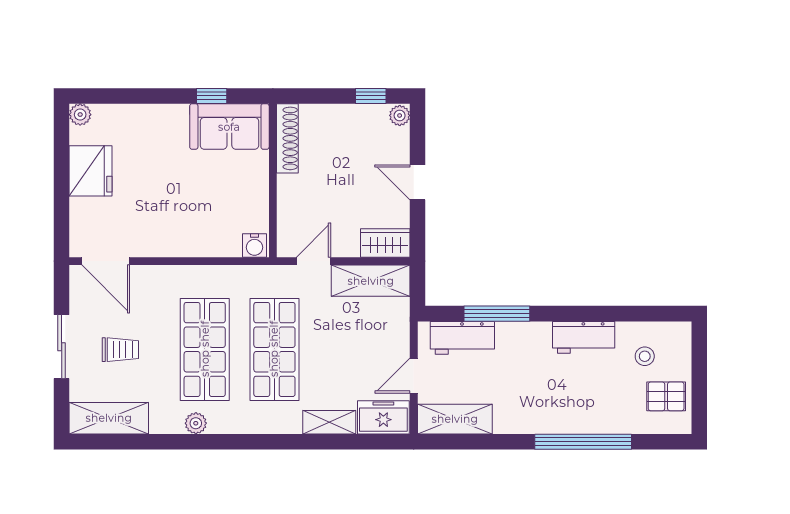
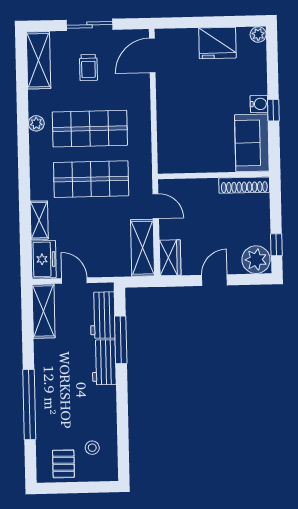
window: (212, 96) -> (273, 110), moved
plant: (400, 115) -> (256, 260), width x1.88, depth x1.88
water cooler: (254, 245) -> (259, 104), moved, turned 180
workbench: (584, 337) -> (104, 362), moved

